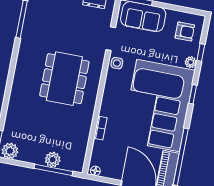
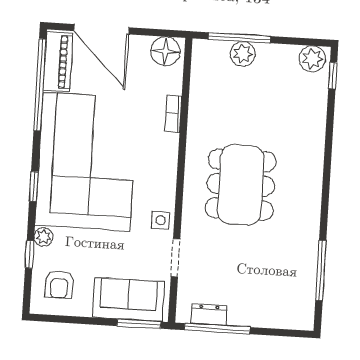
armchair: (185, 32) -> (59, 284), turned -90
floor lamp: (95, 171) -> (165, 51), width x1.89, depth x1.89

